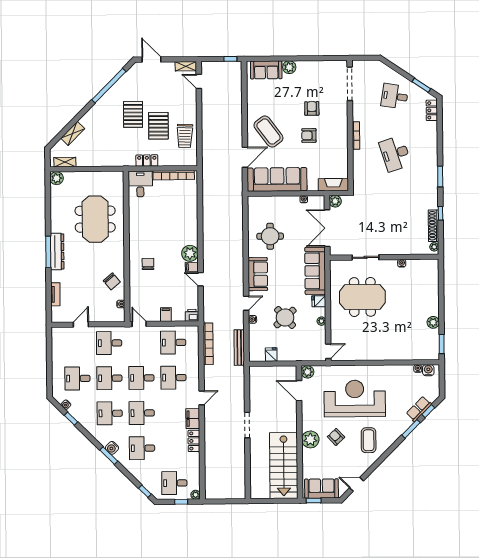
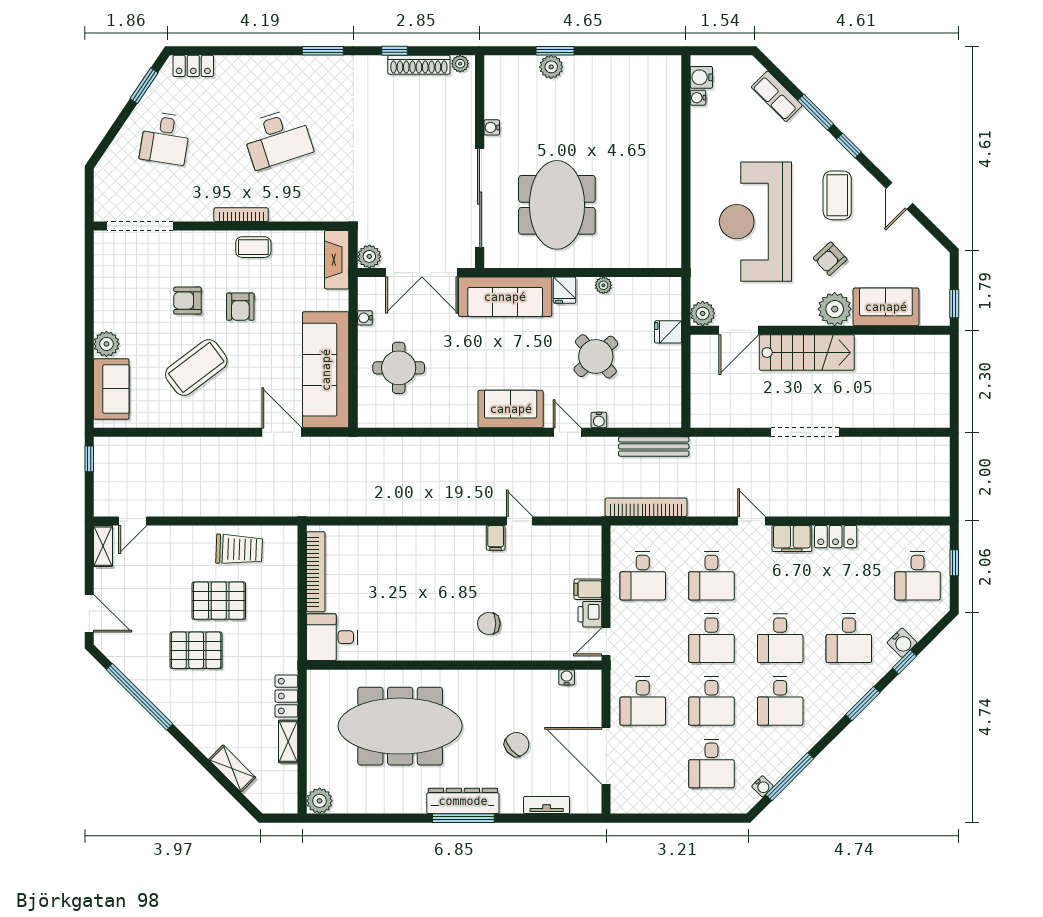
door: (151, 60) -> (89, 613), swing flipped
coffee table: (268, 132) -> (196, 367), moved
coffee table: (339, 142) -> (253, 247), added
locker: (147, 161) -> (286, 696), moved
shelving: (65, 162) -> (288, 741), moved
meeting table: (95, 219) -> (400, 726), width x1.36
round table: (270, 236) -> (399, 368), moved
plant: (190, 253) -> (469, 541), removed
sliding door: (366, 257) -> (480, 198), width x1.86
door: (201, 279) -> (520, 521), swing flipped
chair: (112, 281) -> (517, 744), moved
printer: (192, 315) -> (590, 614), moved
plant: (433, 322) -> (551, 67), moved
door: (81, 325) -> (606, 756), width x1.87
window: (442, 344) -> (555, 51), moved
door: (328, 351) -> (662, 273), removed
fridge: (271, 355) -> (668, 332), moved
window: (428, 411) -> (849, 146), moved
window: (71, 419) -> (790, 777), width x2.17
doorway: (247, 425) -> (805, 432), width x1.36
coffee table: (369, 440) -> (837, 195), turned 90
water cooler: (112, 448) -> (902, 643), moved
stairs: (284, 466) -> (807, 353), moved, width x0.73, depth x0.66
door: (356, 484) -> (899, 196), moved
sofa: (321, 489) -> (886, 307), moved, turned 90
window: (145, 491) -> (904, 662), moved
plant: (196, 495) -> (941, 534), removed

